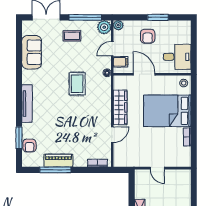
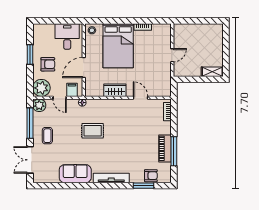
plant: (118, 25) -> (41, 88), width x1.87, depth x1.87
sofa: (32, 52) -> (75, 174), moved
wardrobe: (120, 107) -> (115, 90), width x0.67

